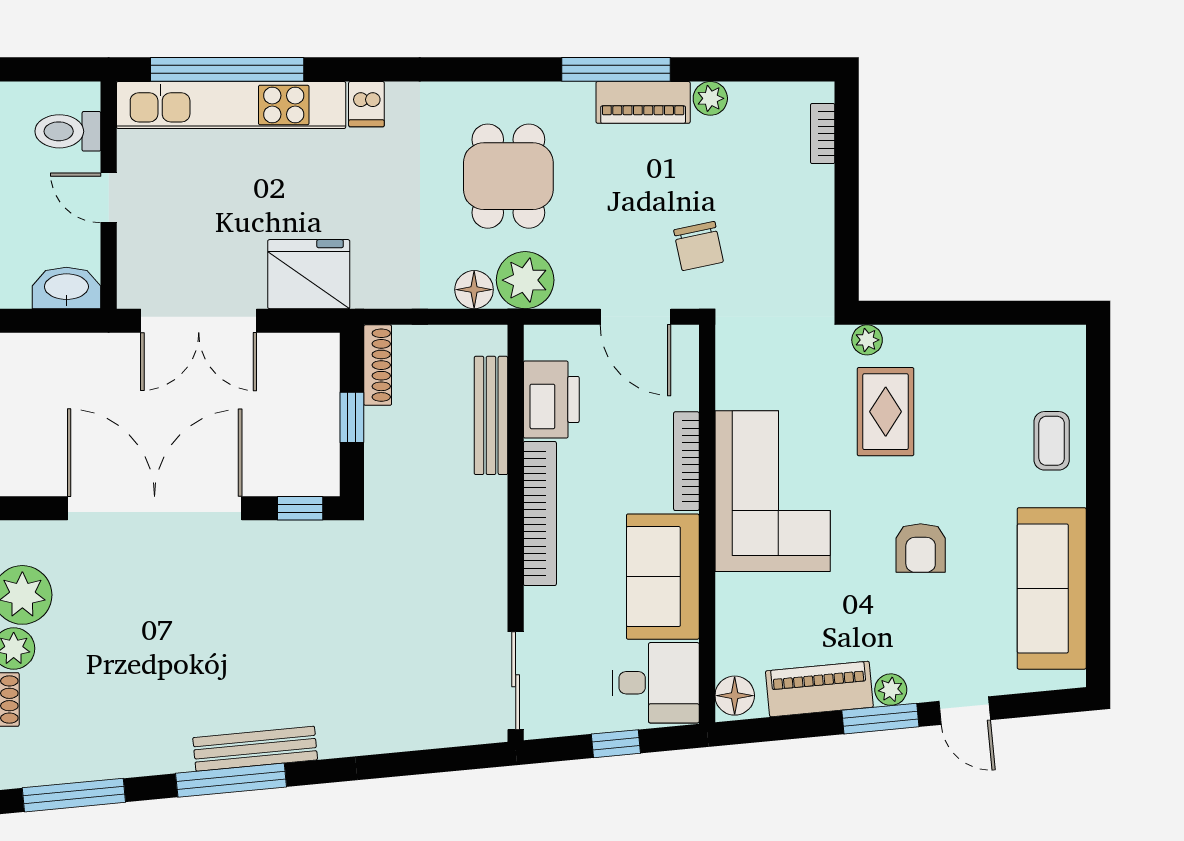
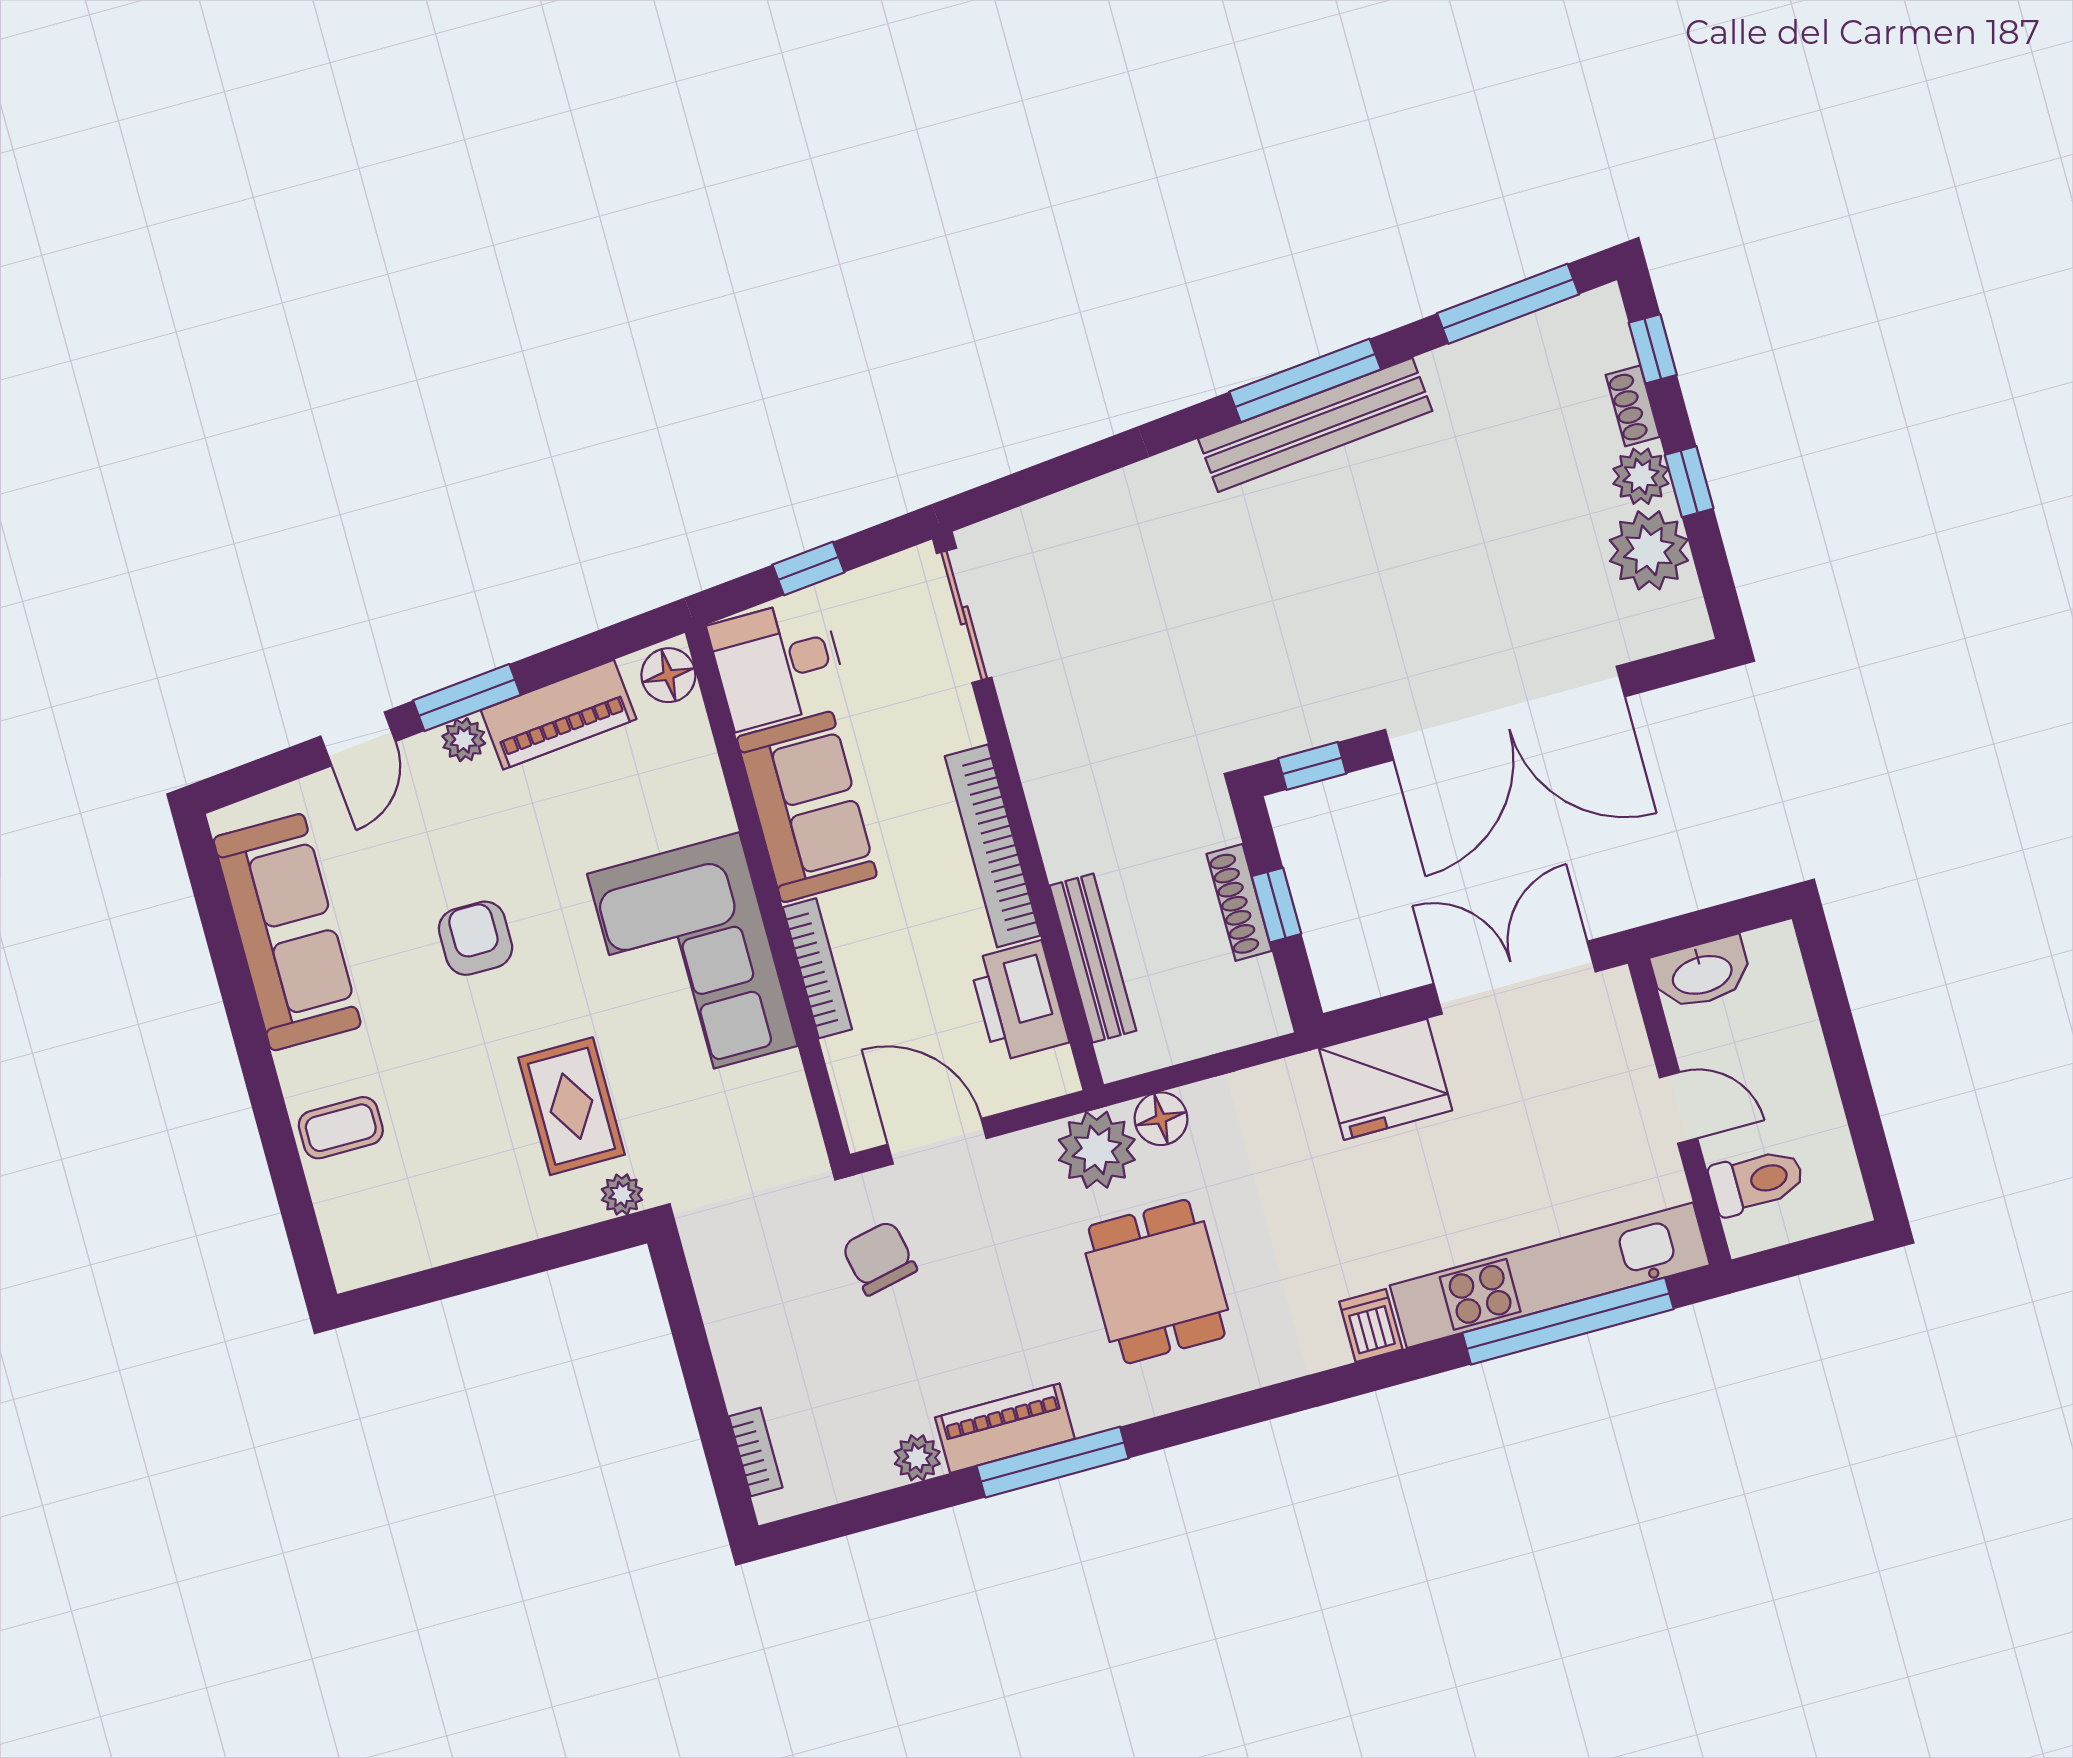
shoe rack: (378, 365) -> (1239, 902), moved
coffee table: (1052, 441) -> (341, 1128), turned 90
door: (965, 711) -> (358, 739), swing flipped
bench: (255, 749) -> (1315, 425), width x1.37, depth x1.21

